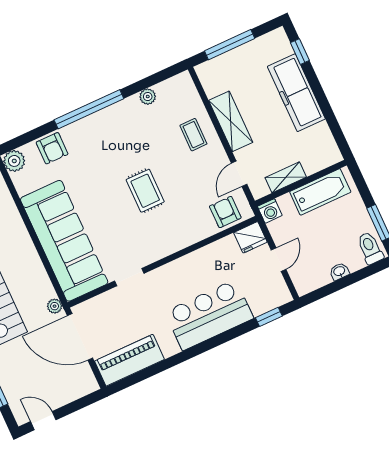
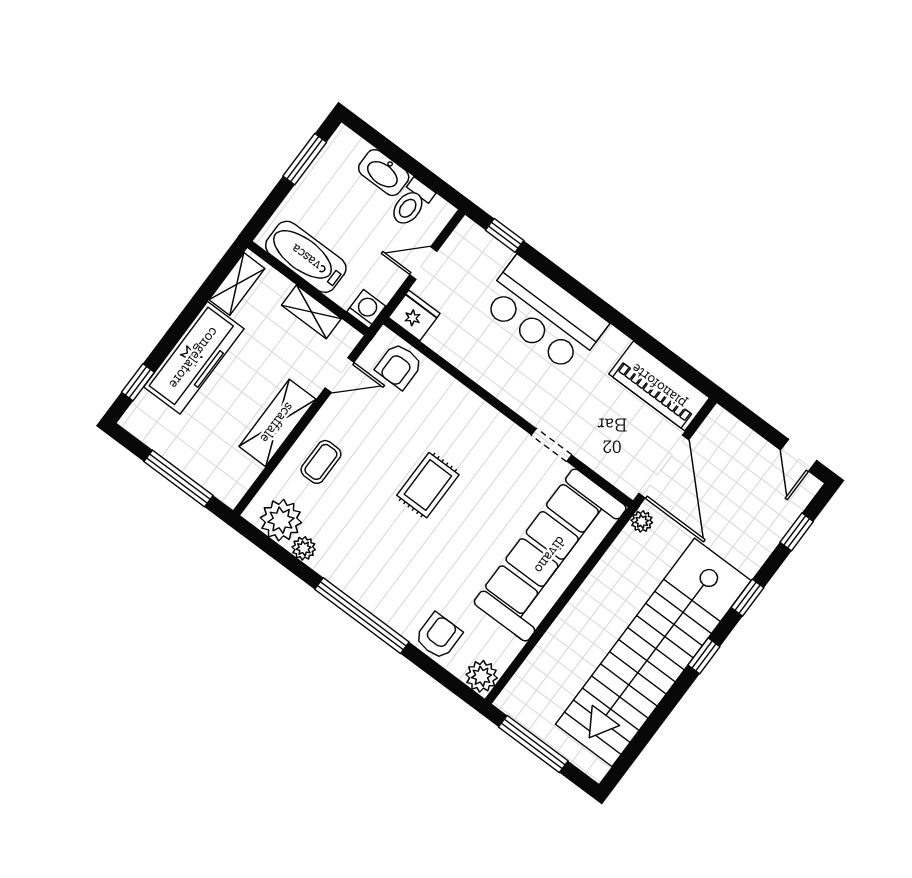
plant: (172, 92) -> (281, 520), added
shelving: (326, 142) -> (237, 284), added
toilet: (370, 248) -> (411, 203), moved
washbasin: (339, 271) -> (384, 173), width x1.91, depth x1.45

